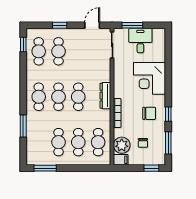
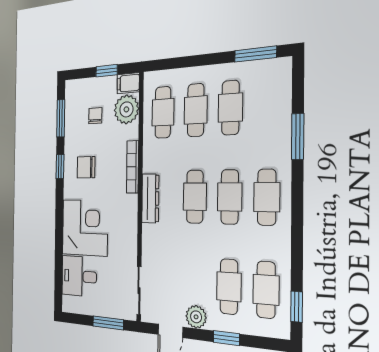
plant: (77, 34) -> (196, 317), added
desk: (140, 41) -> (79, 276), moved, turned 90
window: (151, 168) -> (107, 71), moved

